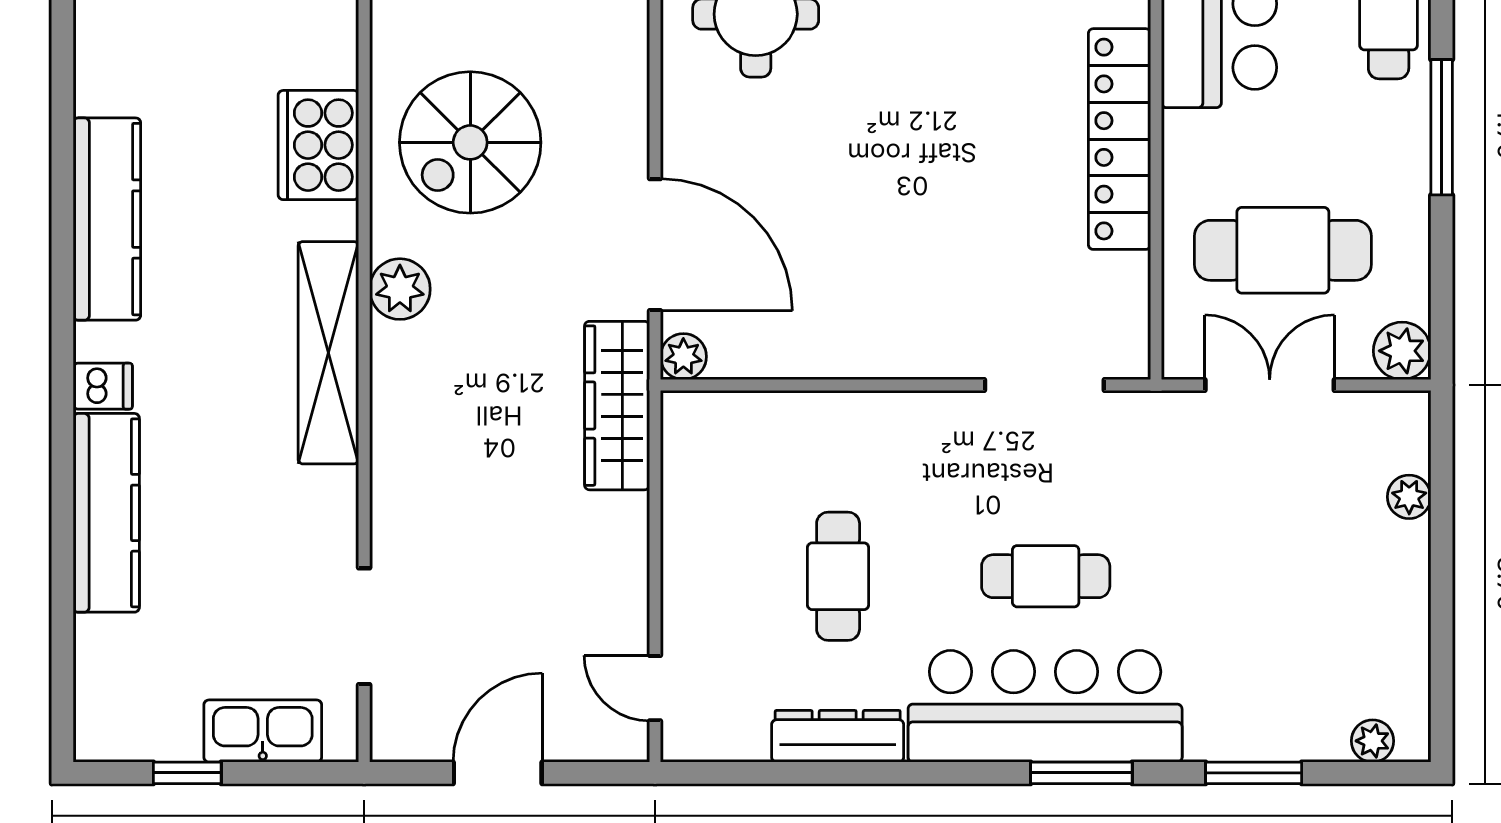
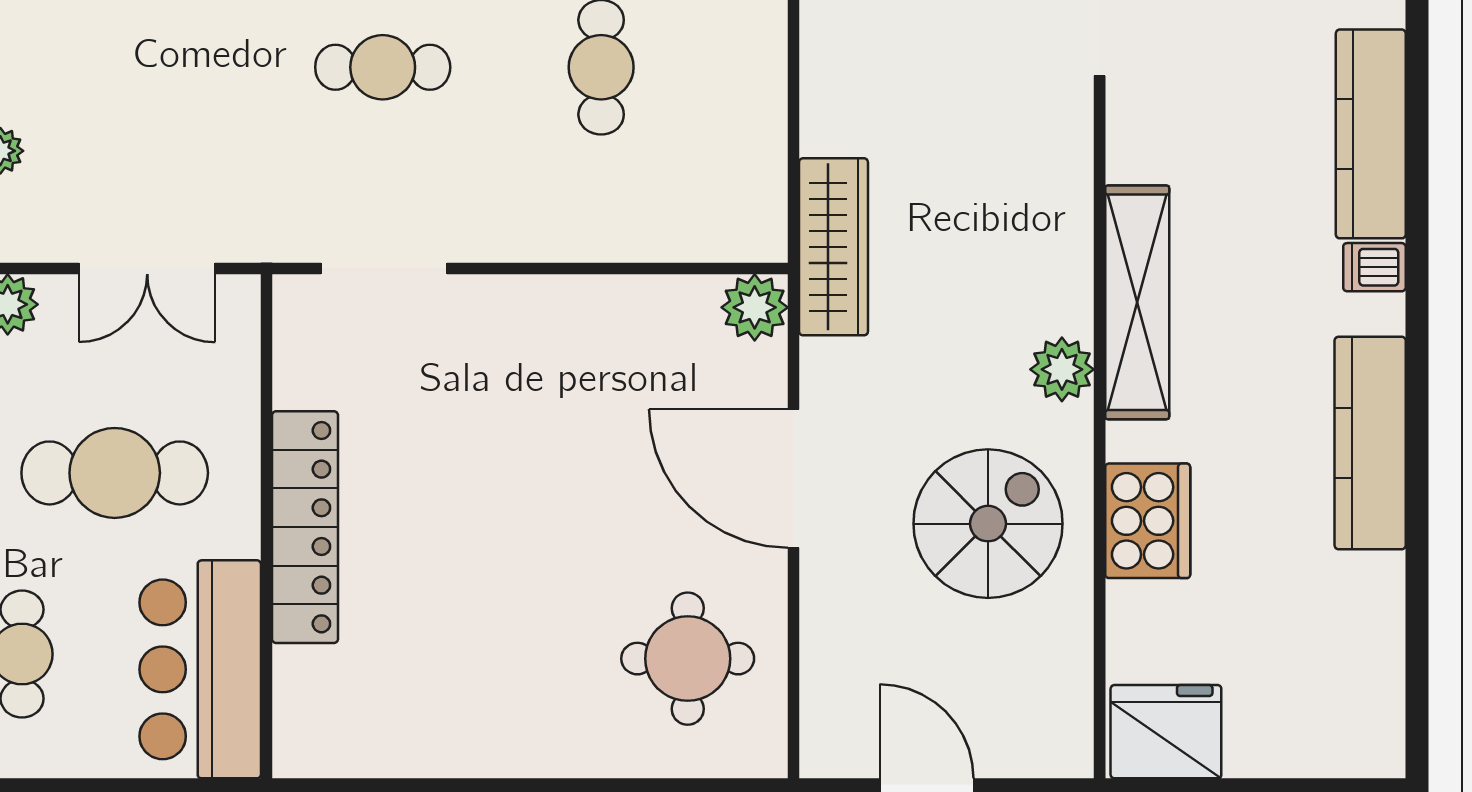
door: (655, 245) -> (794, 478), moved
cafe table: (1283, 250) -> (115, 473), moved
plant: (683, 357) -> (755, 307), width x1.38, depth x1.38

